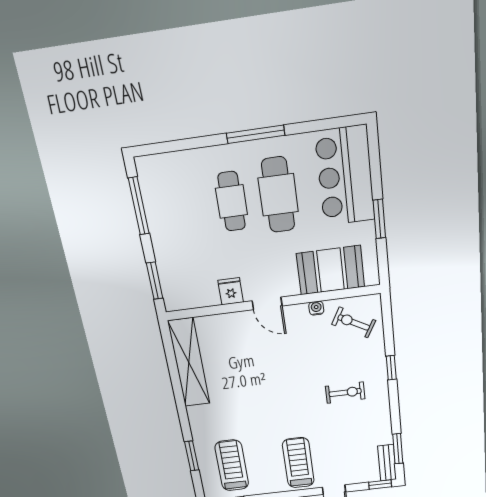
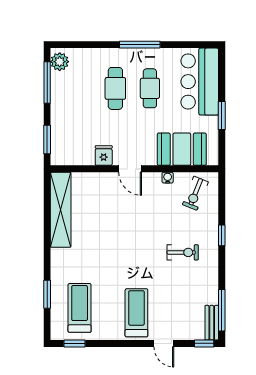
plant: (150, 175) -> (60, 62), added
cafe table: (278, 195) -> (150, 88), width x0.73, depth x0.74
exercise bike: (354, 322) -> (195, 193), turned -97
window: (398, 449) -> (222, 310), width x1.44

